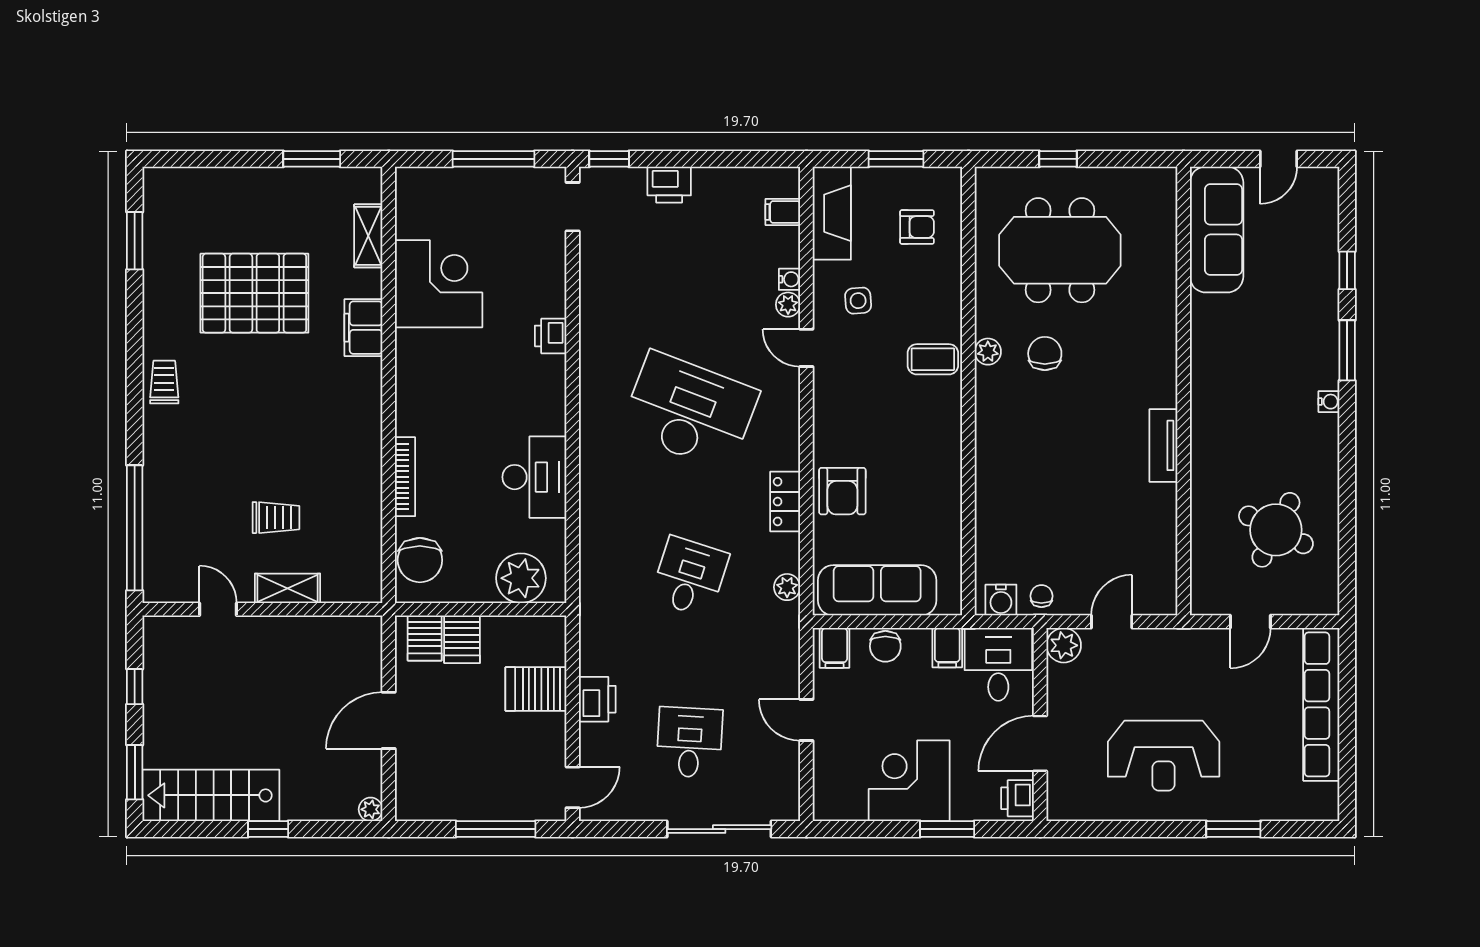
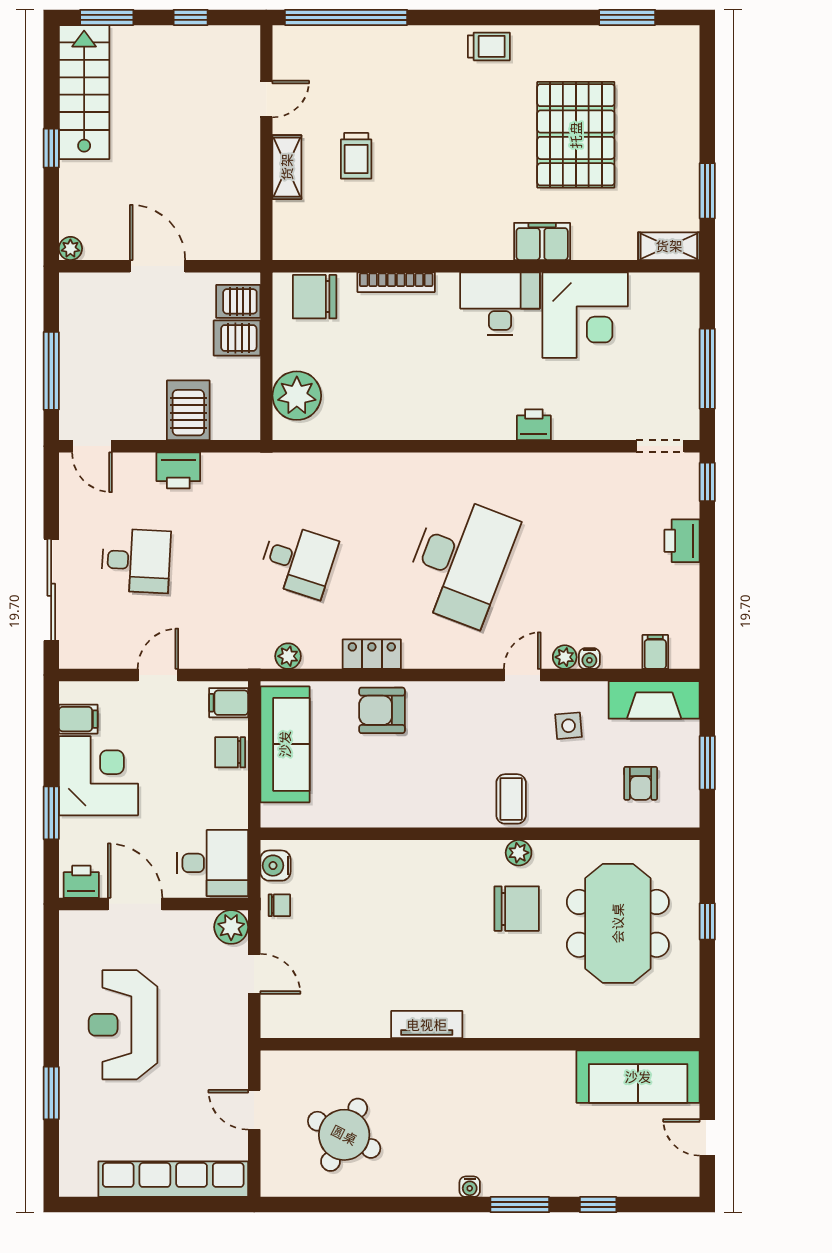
shelving: (368, 236) -> (669, 246), moved
chair: (1045, 354) -> (517, 909), width x1.37, depth x1.37
desk: (534, 477) -> (500, 304), moved, turned 180
filing cabinet: (947, 648) -> (78, 719), moved, turned 180

